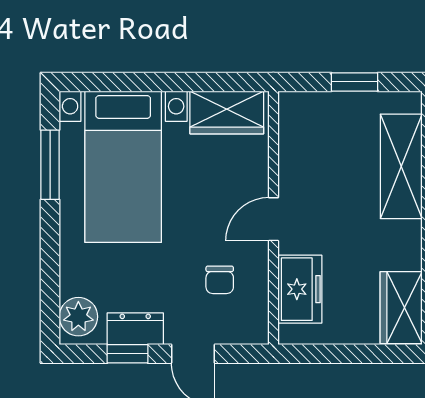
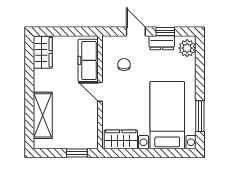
window: (354, 82) -> (77, 153), moved
door: (273, 219) -> (100, 92), swing flipped
freezer: (300, 289) -> (88, 60), width x1.40

